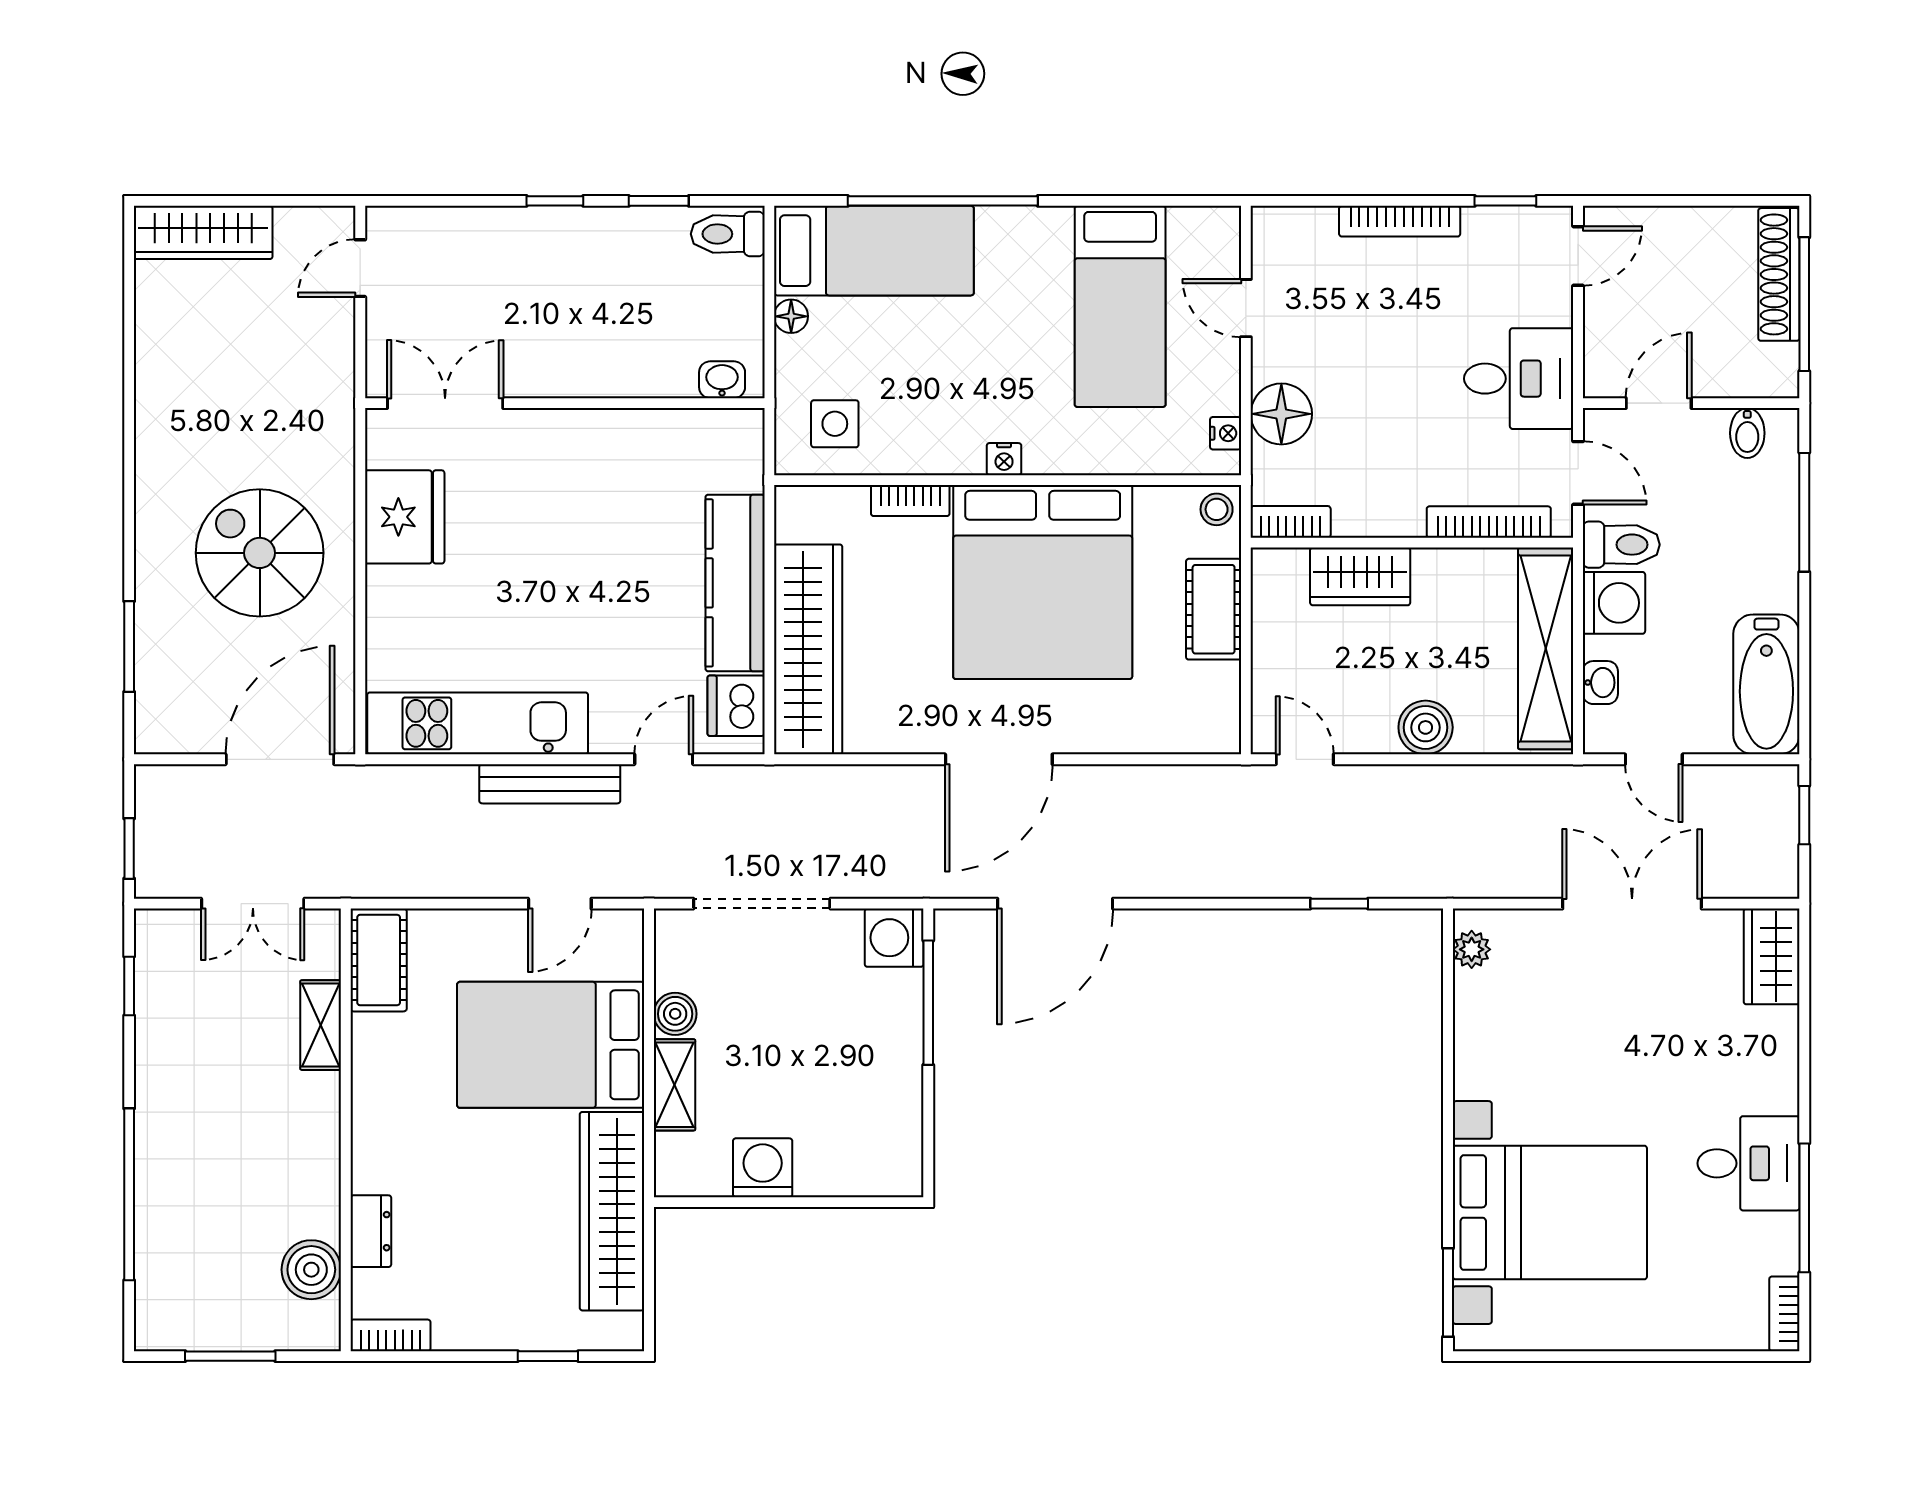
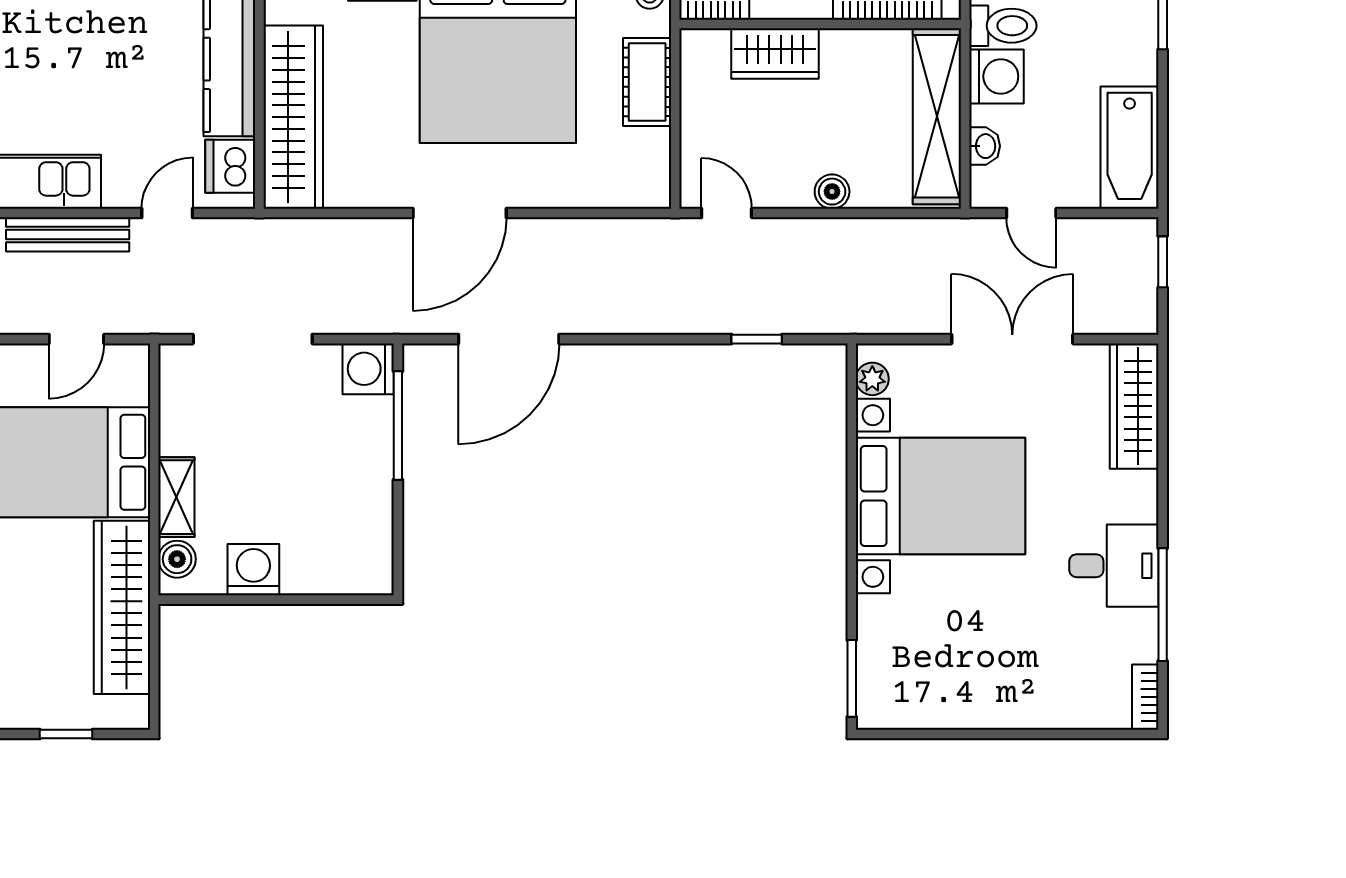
boiler: (1426, 727) -> (832, 192), width x0.73, depth x0.73
wardrobe: (1772, 956) -> (1134, 406), width x1.50
boiler: (675, 1014) -> (177, 559), moved
bed with nightstands: (1550, 1213) -> (941, 496), moved

